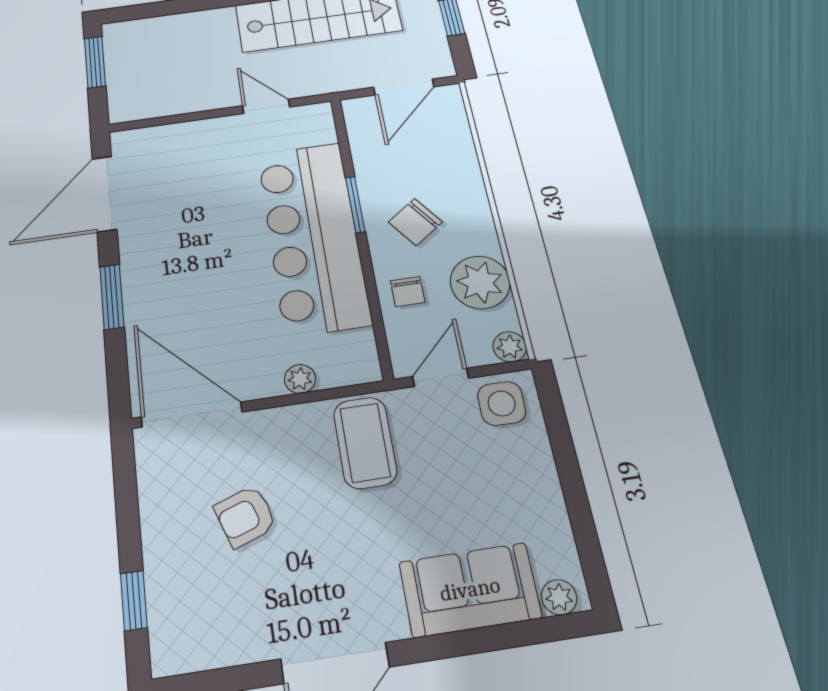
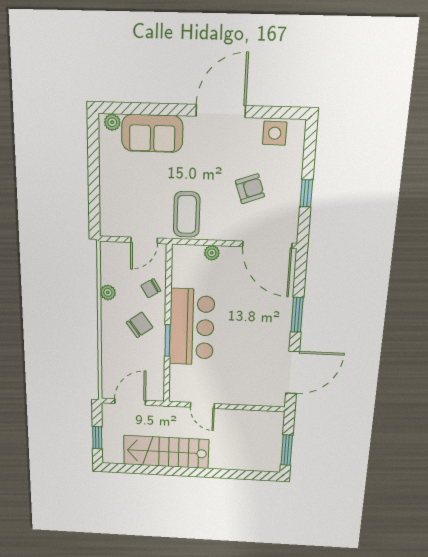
bar counter: (313, 237) -> (192, 327), width x0.73
plant: (480, 282) -> (108, 292), width x0.53, depth x0.53
chair: (408, 292) -> (151, 288), turned -121
plant: (510, 347) -> (108, 249), removed
side table: (502, 403) -> (275, 133), moved
window: (134, 601) -> (306, 193), moved

